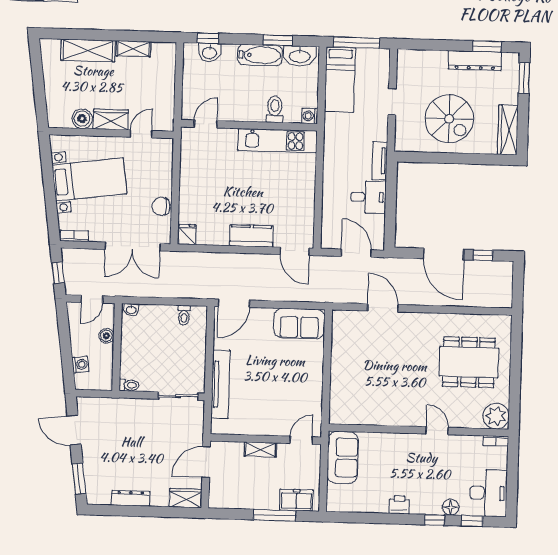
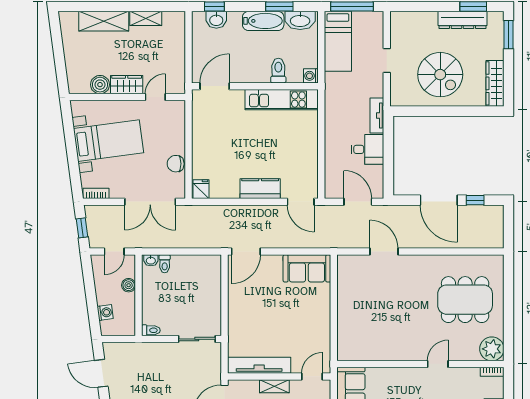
door: (206, 124) -> (215, 86), width x1.38
toilet: (184, 315) -> (165, 264), moved
tv unit: (221, 384) -> (259, 365), moved, turned -90
door: (437, 431) -> (438, 364), hinge flipped

